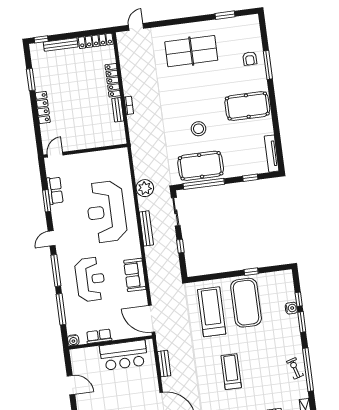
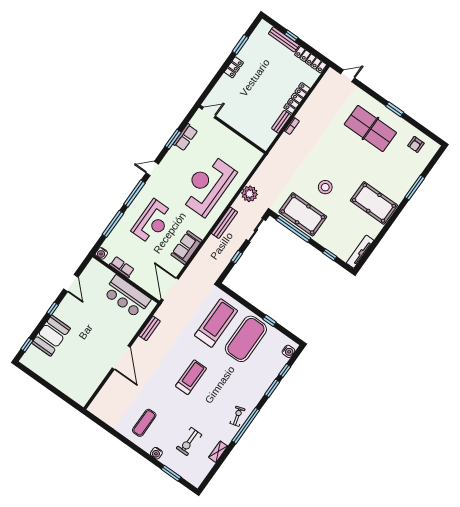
window: (225, 15) -> (395, 109), moved
window: (41, 39) -> (291, 36), moved
armchair: (250, 59) -> (416, 144), moved
locker: (43, 107) -> (234, 67), width x0.66
water cooler: (291, 308) -> (288, 351), moved

